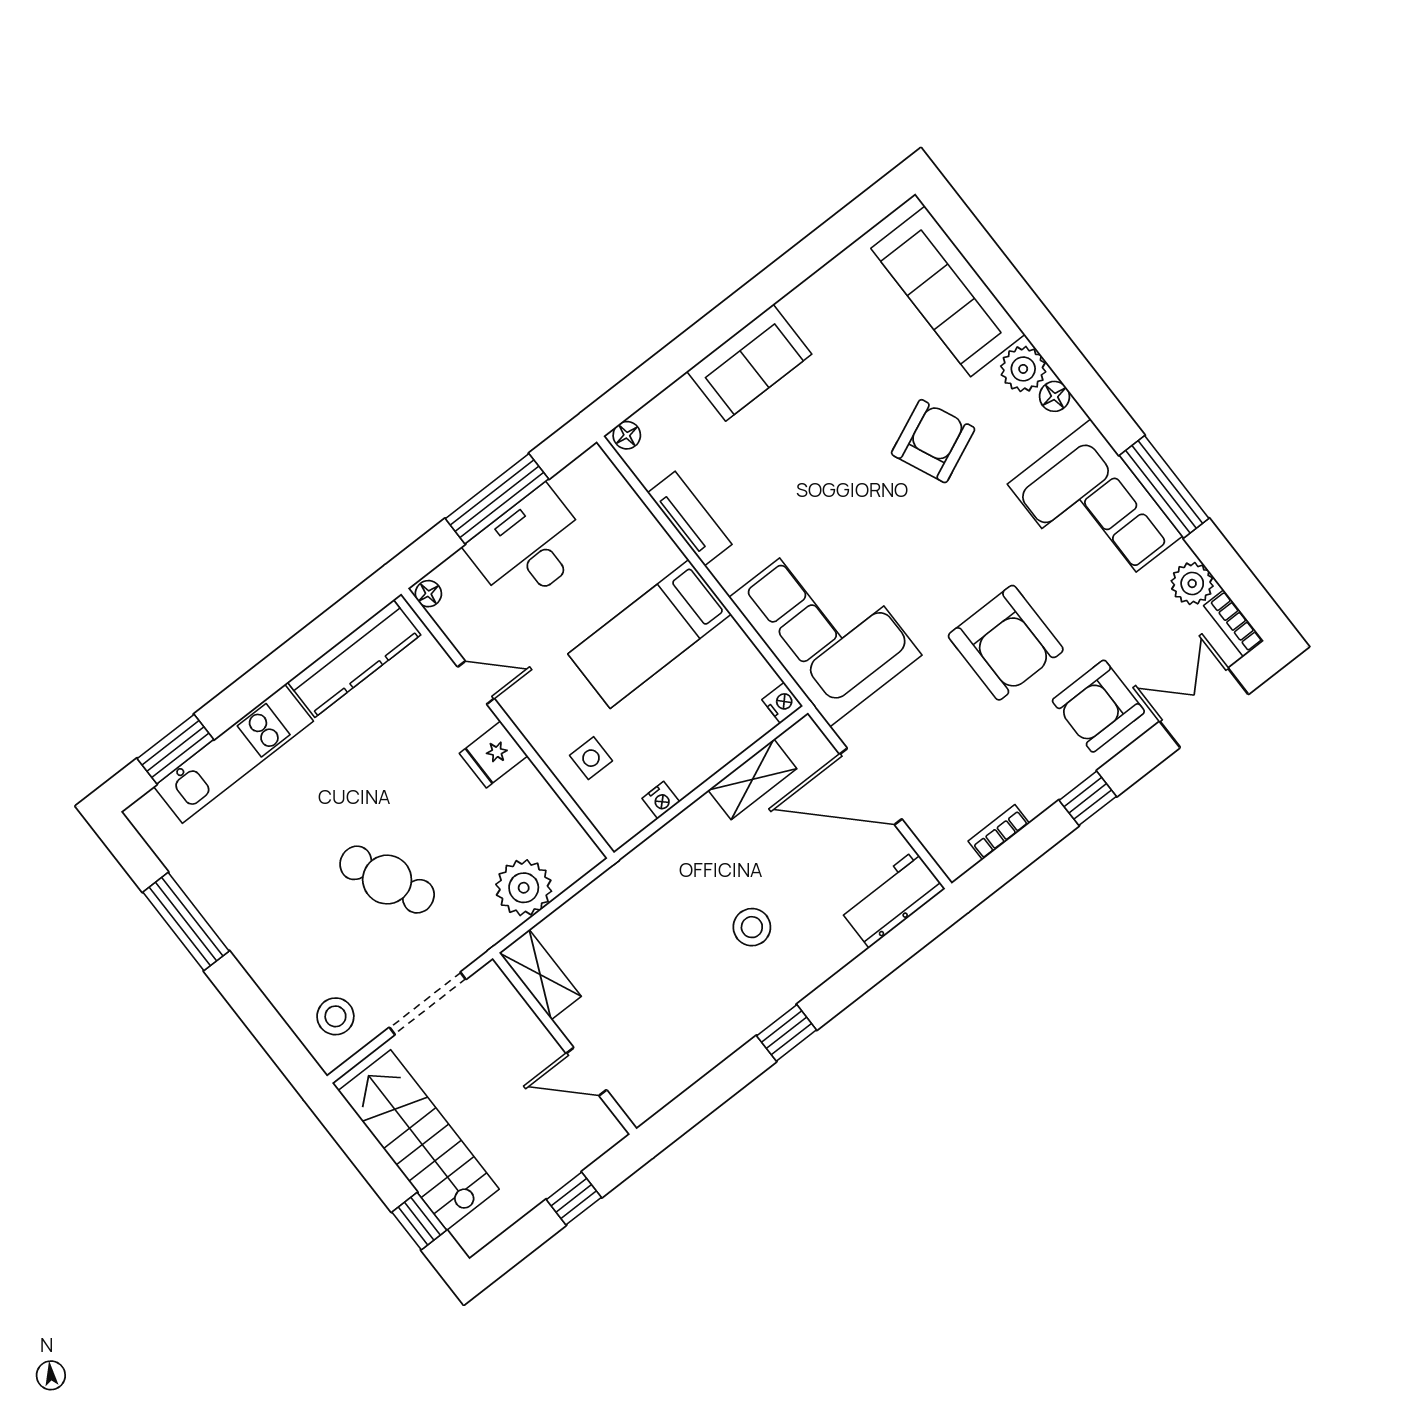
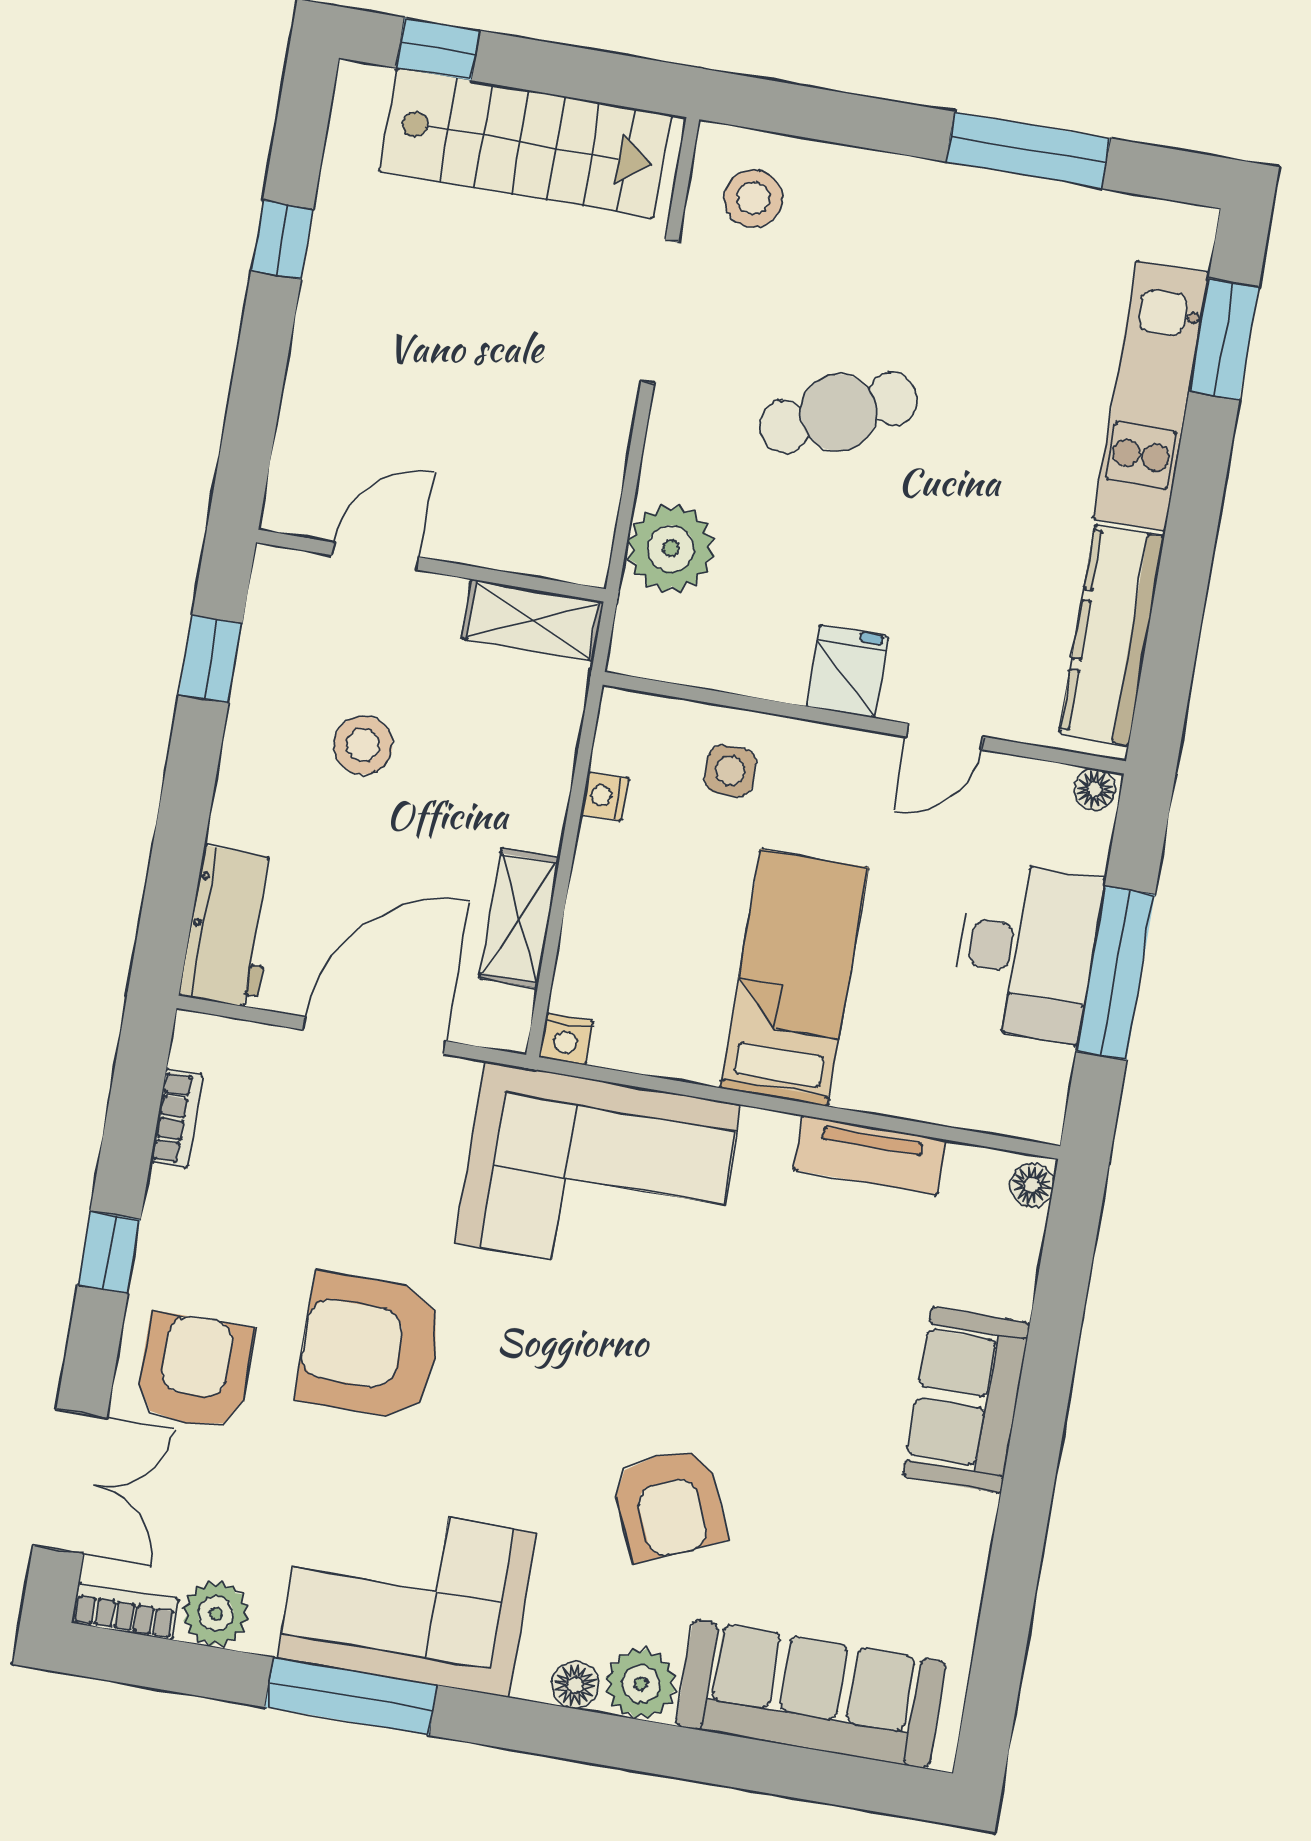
shelving: (540, 975) -> (533, 620), moved
wall: (565, 1044) -> (431, 566), moved
door: (586, 1072) -> (376, 556), moved

